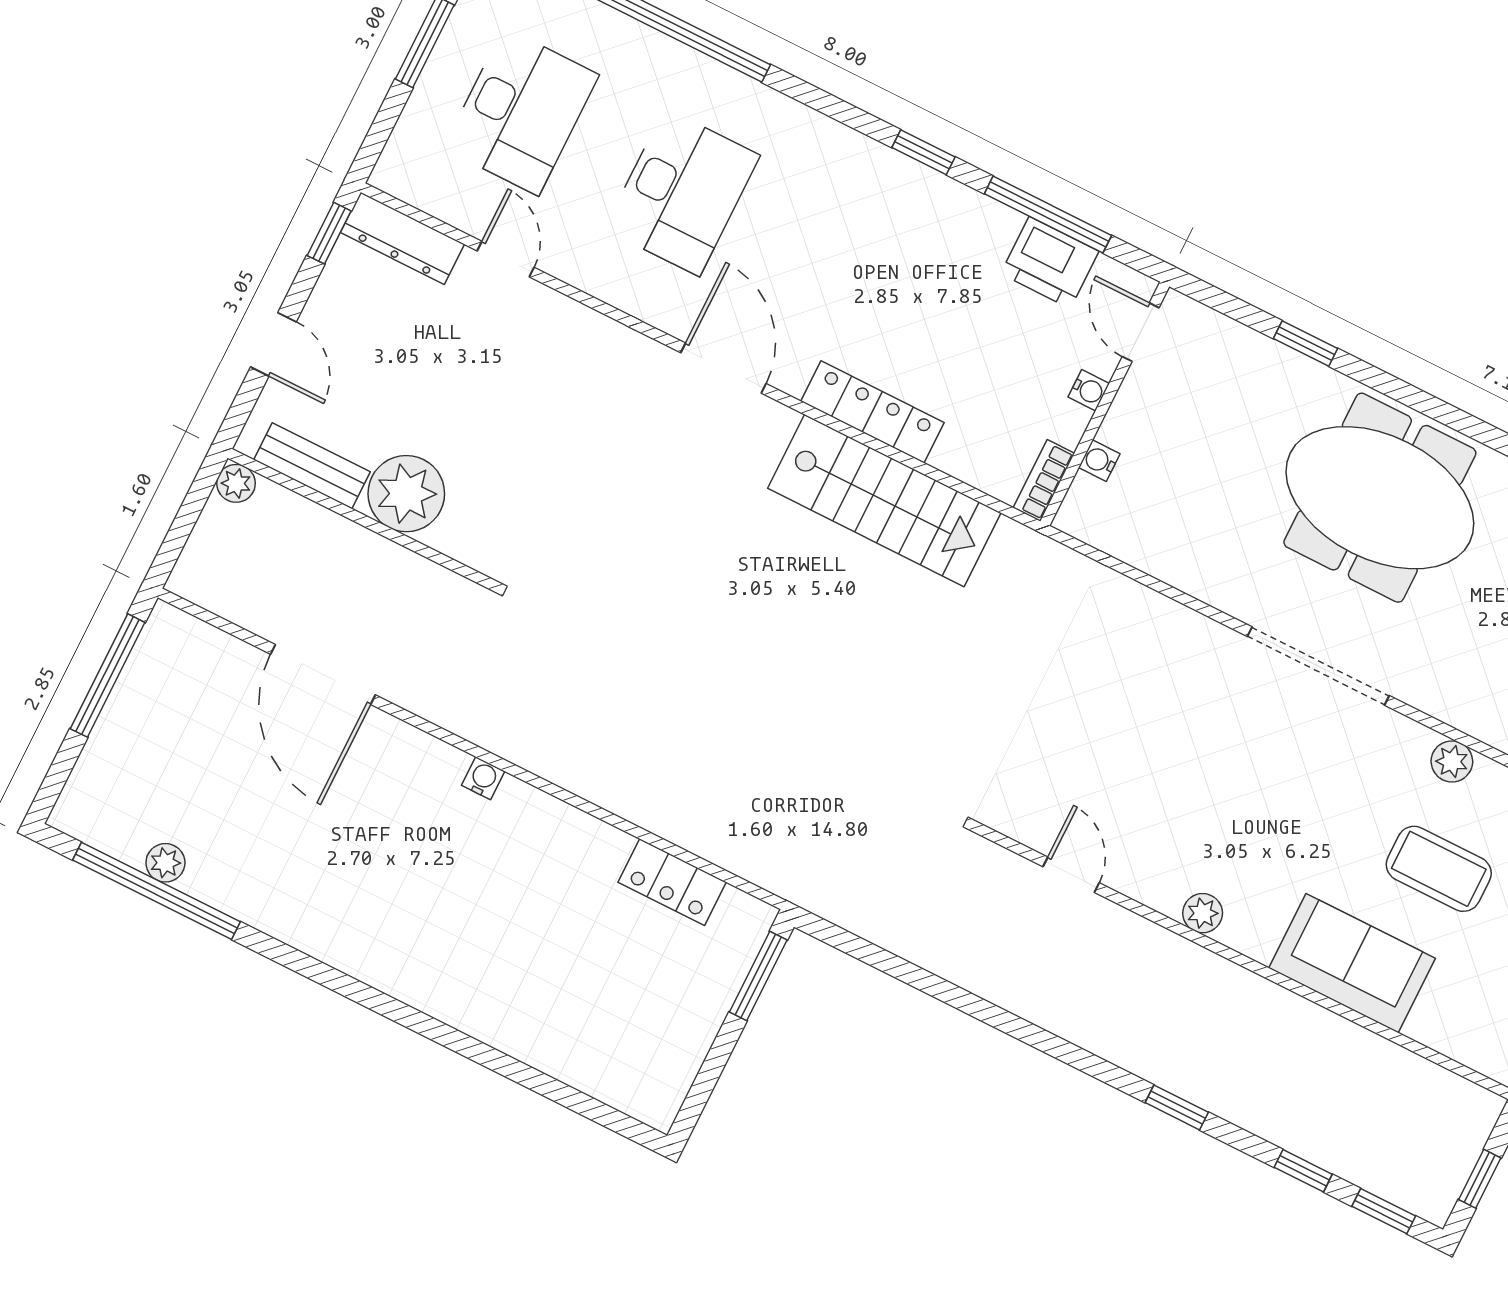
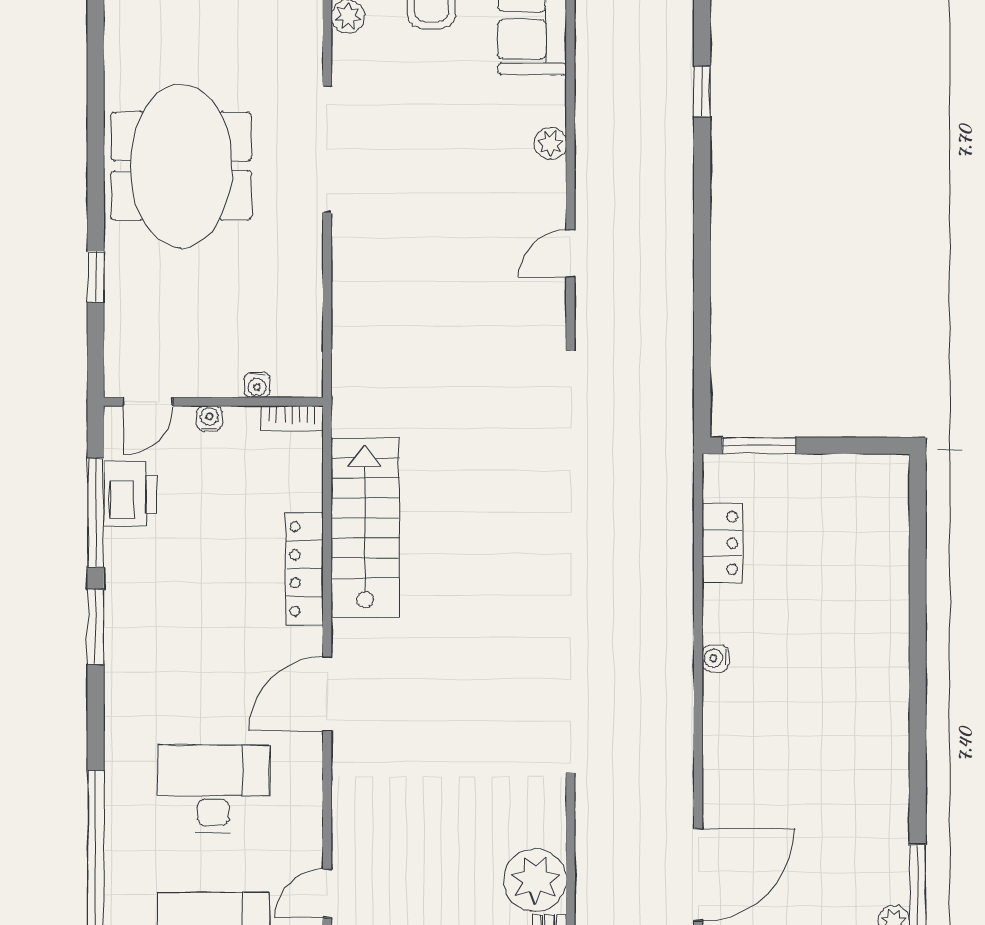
window: (924, 152) -> (96, 627), width x1.50
water cooler: (483, 778) -> (715, 658), moved

